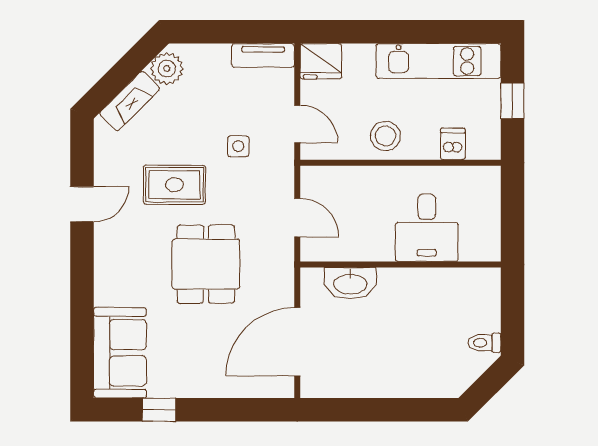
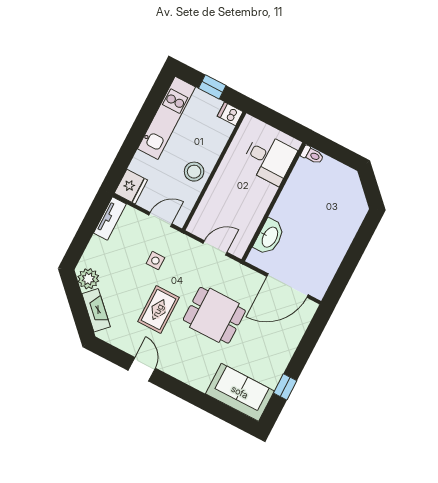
dishwasher: (453, 144) -> (230, 114), moved
desk: (427, 228) -> (269, 159), moved
door: (297, 342) -> (287, 286), hinge flipped
toilet: (485, 343) -> (312, 155), moved, turned -90

